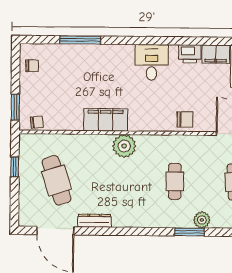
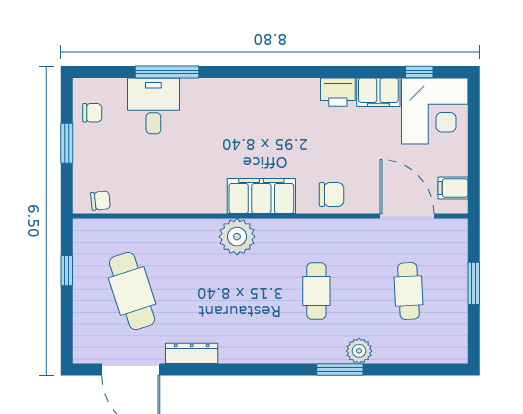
desk: (152, 62) -> (153, 106), moved
window: (15, 107) -> (67, 143), moved
filing cabinet: (106, 120) -> (261, 196), moved

